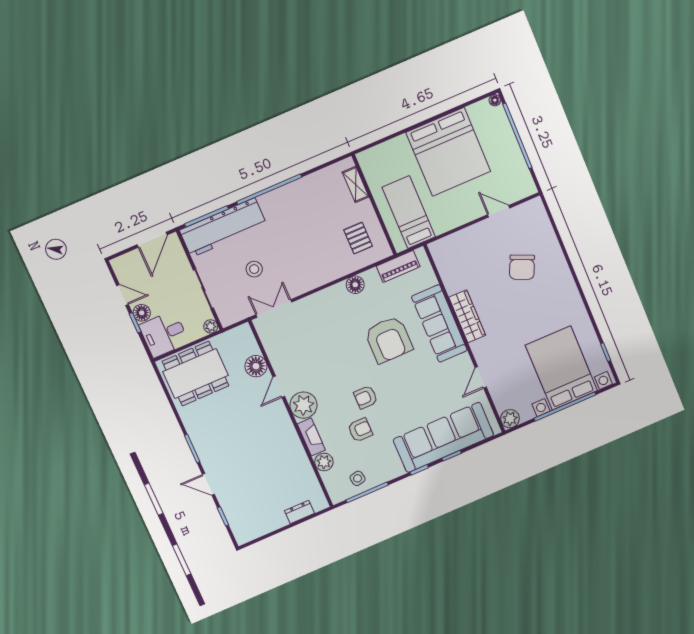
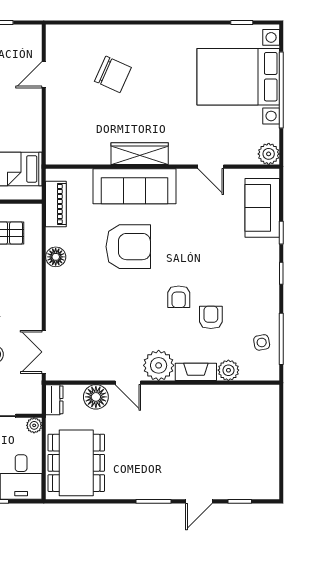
sofa: (443, 437) -> (262, 208), width x0.54, depth x0.79
dresser: (300, 512) -> (54, 400), moved, turned 180

